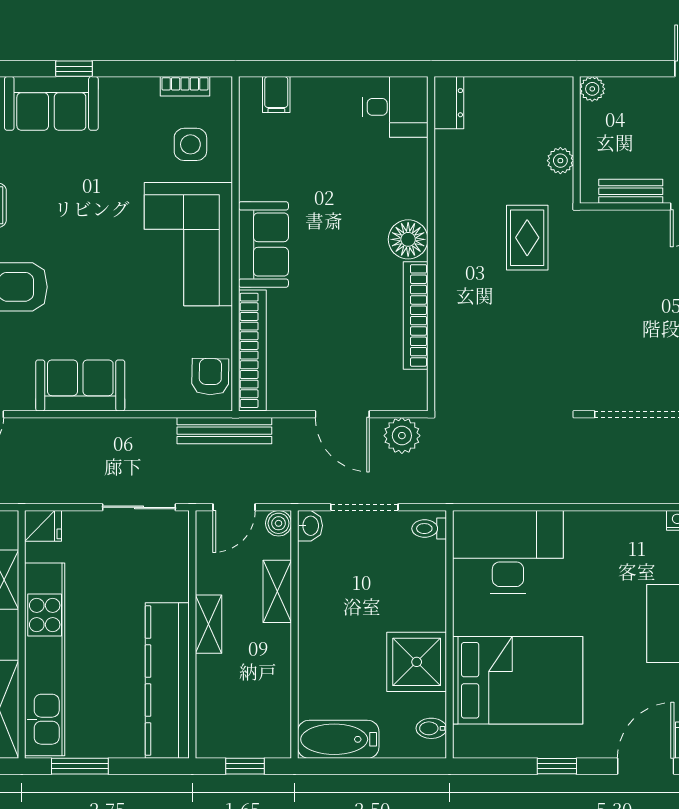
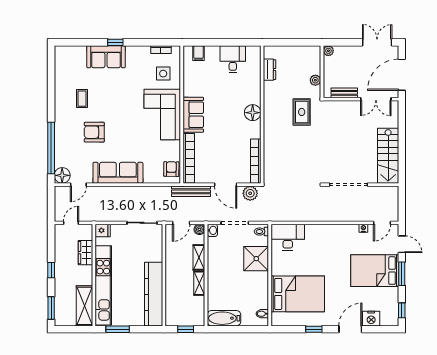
dresser: (449, 103) -> (269, 70), moved
desk: (395, 107) -> (233, 59), moved, turned -90
bookcase: (416, 315) -> (256, 161), moved
sofa: (80, 386) -> (118, 173), width x1.36
bench: (224, 431) -> (191, 191), moved
desk: (508, 552) -> (288, 237), width x0.73, depth x0.77
shelving: (208, 624) -> (199, 283), moved
shower: (417, 662) -> (256, 259), moved

